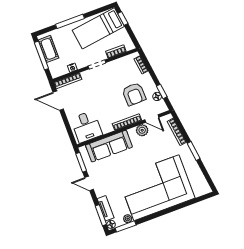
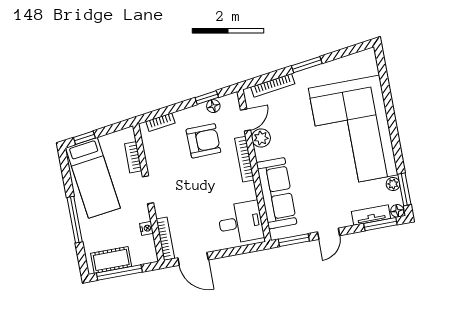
door: (58, 101) -> (193, 259), hinge flipped

